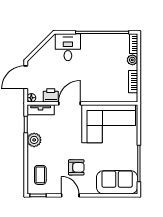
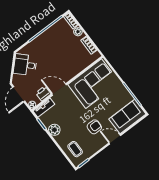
desk: (68, 47) -> (25, 65), moved, turned -45
door: (69, 103) -> (59, 90), hinge flipped
door: (70, 195) -> (115, 139), moved

